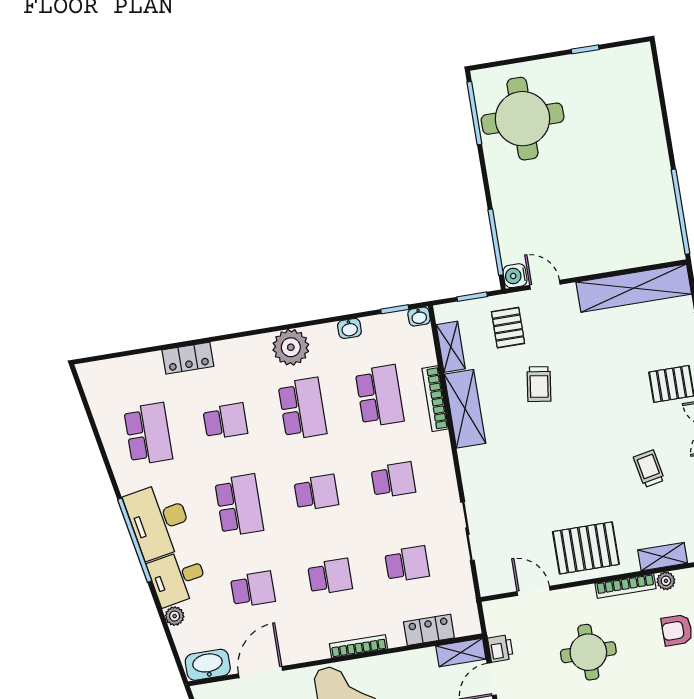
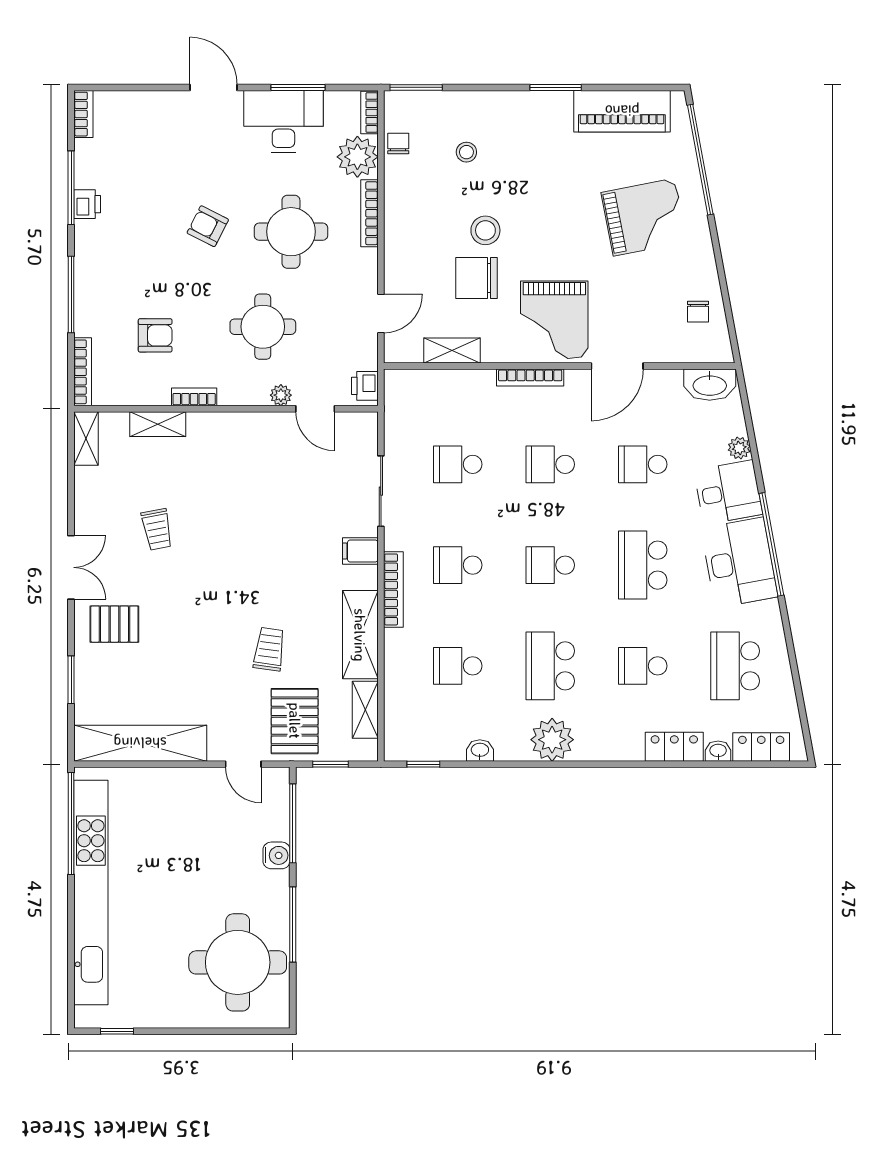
window: (585, 49) -> (117, 1031), moved
window: (474, 113) -> (293, 924), moved
kitchen unit: (654, 157) -> (91, 892), added
water cooler: (515, 276) -> (276, 855), moved
washbasin: (419, 317) -> (718, 751), moved
pallet: (508, 328) -> (295, 721), width x1.50, depth x1.42
school desk: (380, 396) -> (458, 666), width x0.54
bookcase: (435, 399) -> (393, 589), moved
filing cabinet: (476, 478) -> (360, 551), added
pallet: (586, 548) -> (246, 449), removed
plant: (666, 581) -> (281, 395), moved
bookcase: (625, 586) -> (194, 397), width x0.64
locker: (429, 630) -> (761, 747), moved, turned 180
printer: (500, 648) -> (365, 386), moved
shelving: (461, 653) -> (452, 351), moved
door: (260, 672) -> (617, 366), moved

